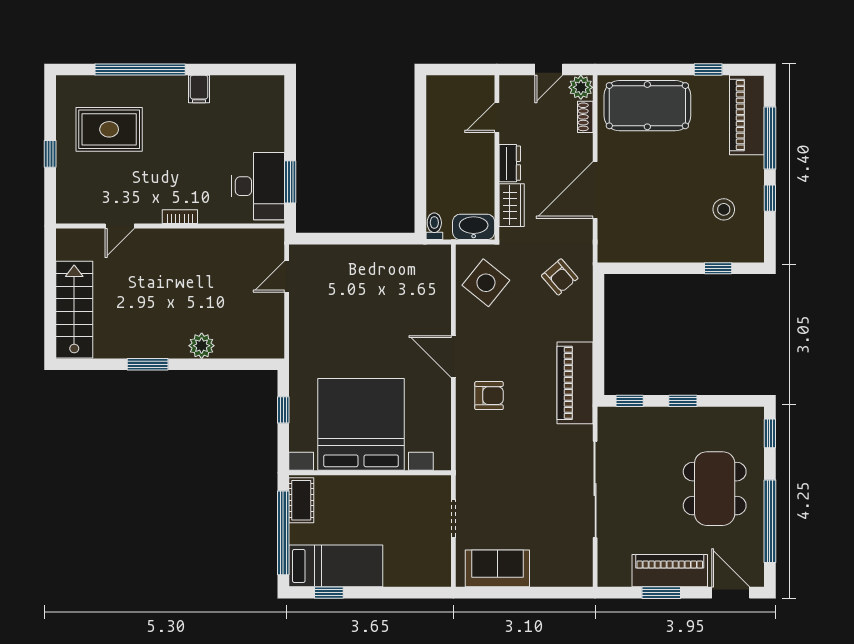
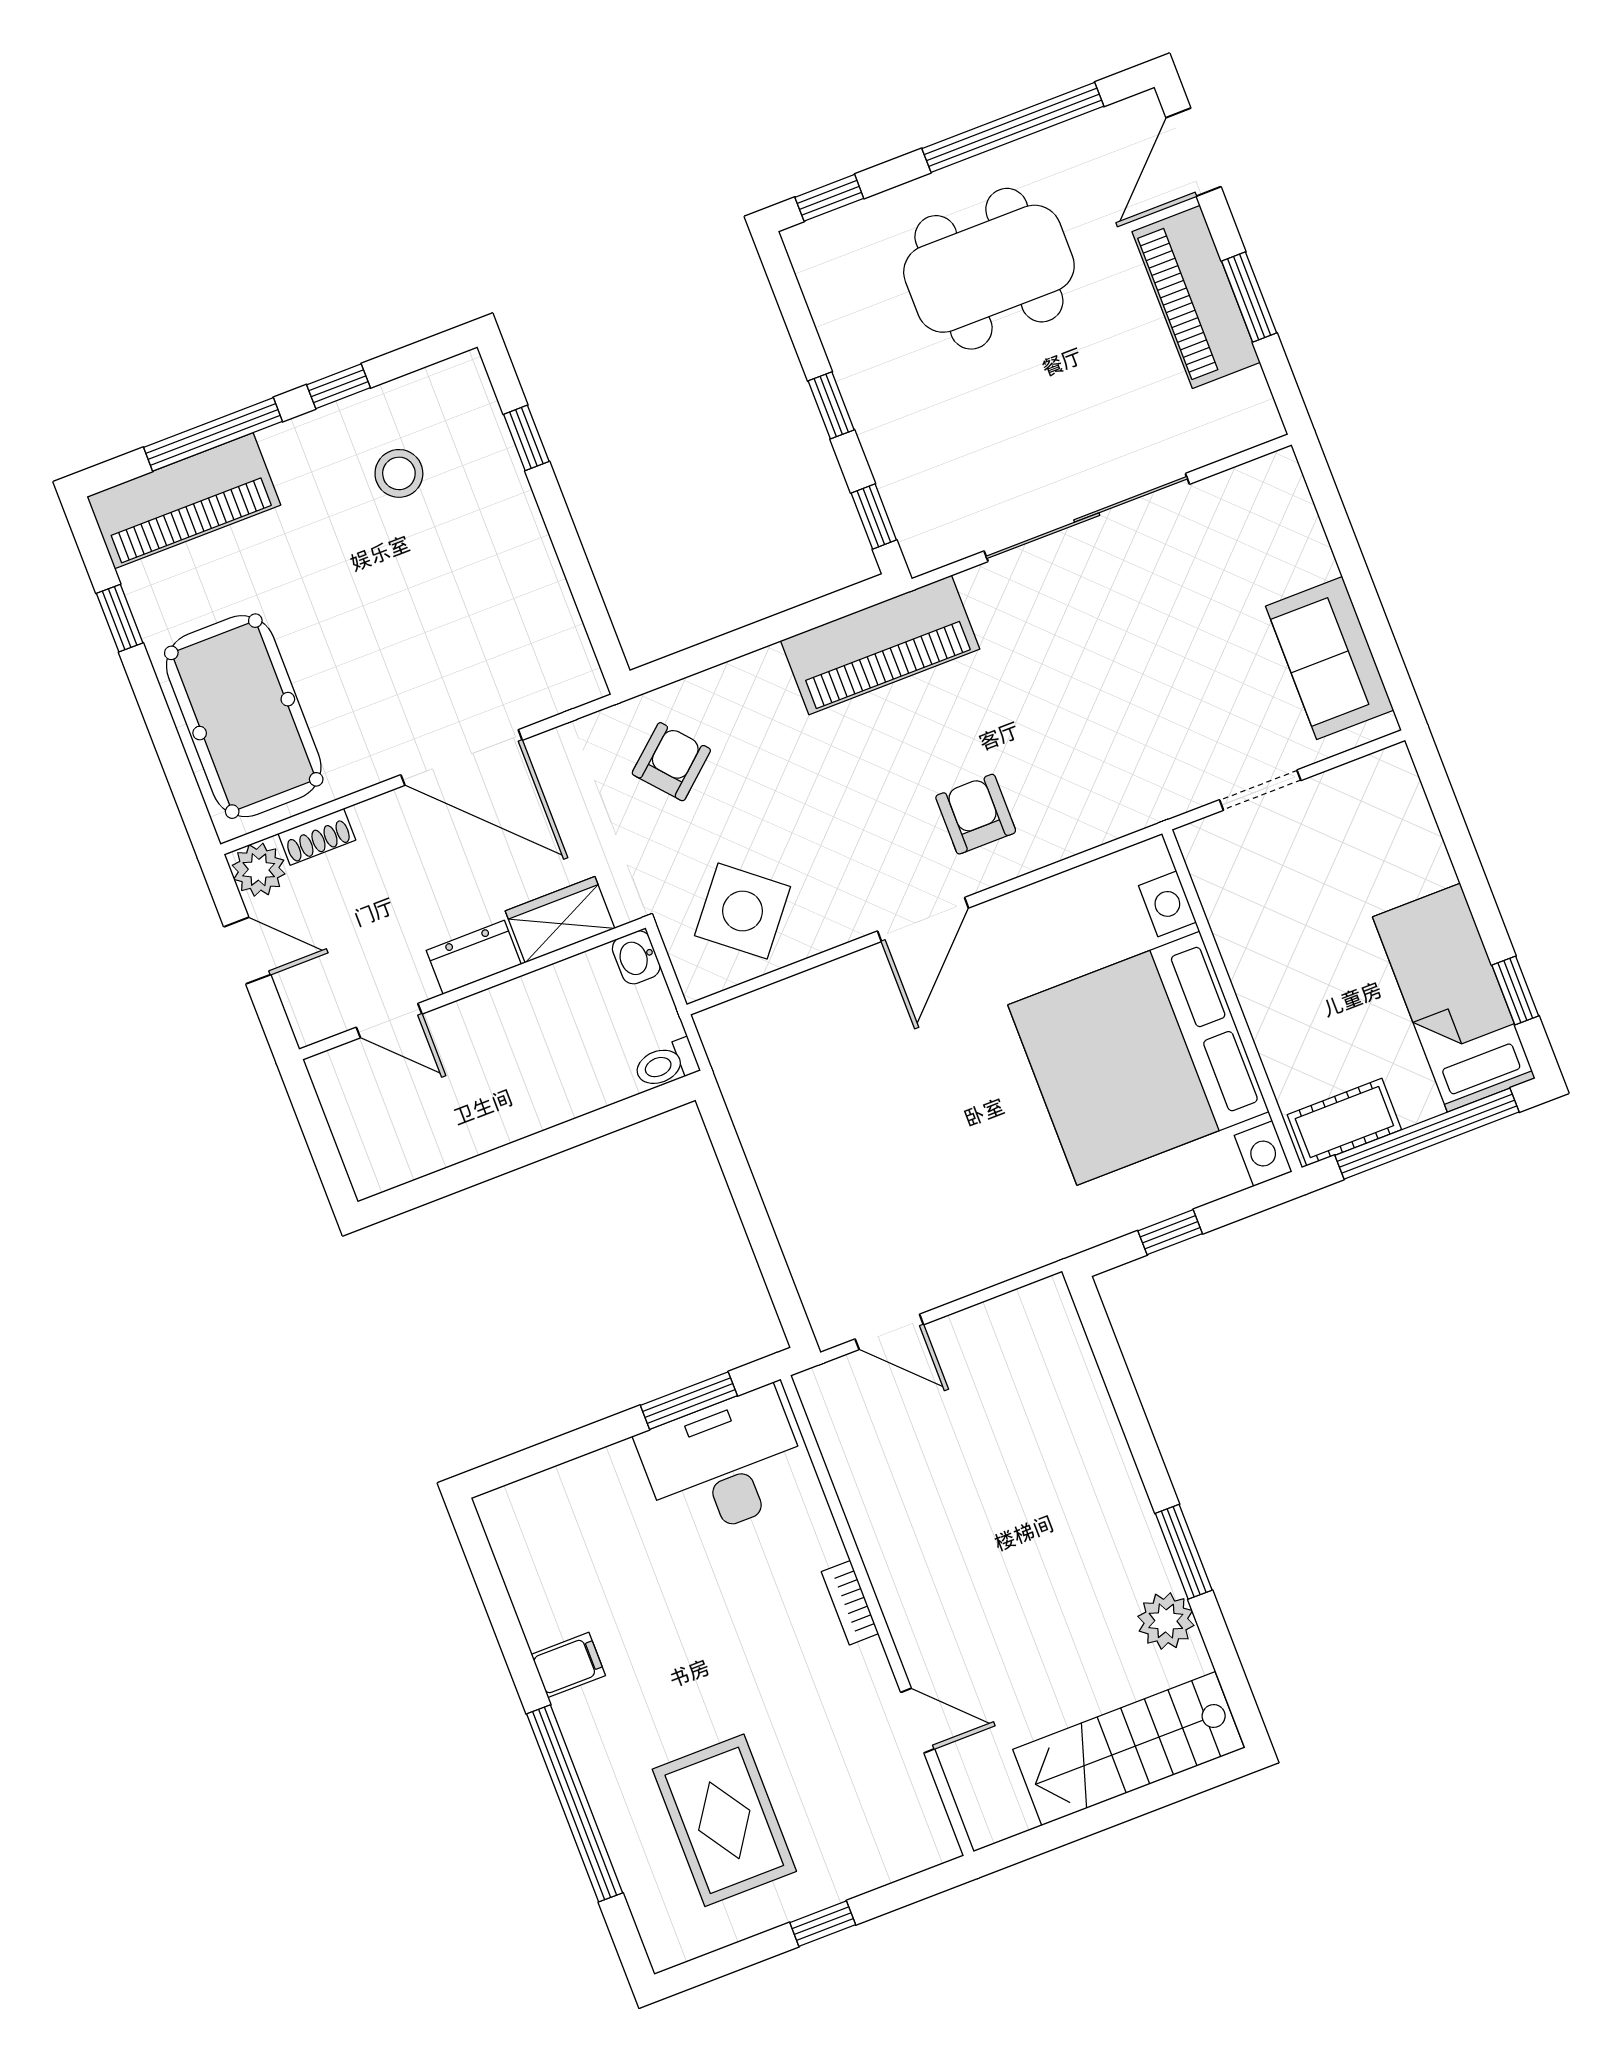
washbasin: (474, 227) -> (636, 957), width x0.52, depth x0.69
plant: (202, 346) -> (1166, 1621), moved

